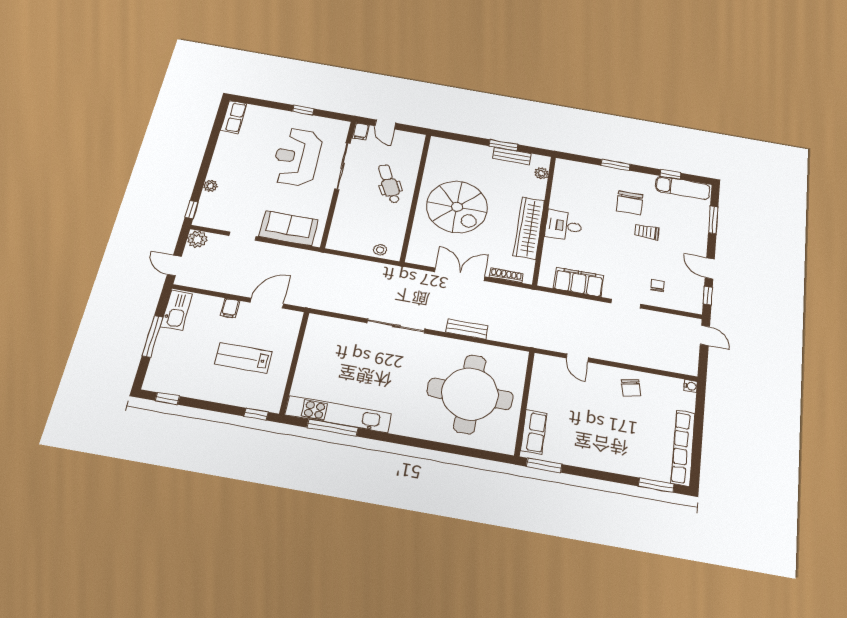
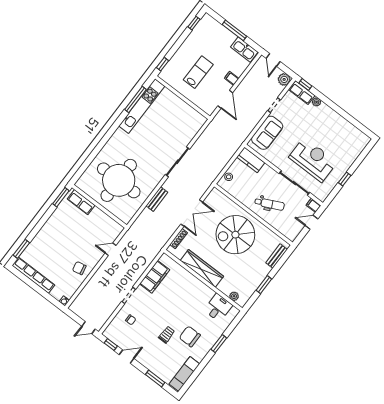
row of seats: (234, 117) -> (302, 93), moved
bench: (512, 156) -> (277, 256), moved
window: (670, 174) -> (197, 372), removed
desk: (564, 226) -> (218, 308), moved
kitchen counter: (340, 232) -> (251, 160), added
door: (174, 265) -> (273, 60), swing flipped

